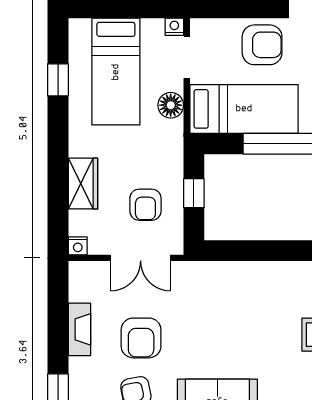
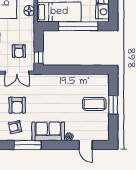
window: (194, 193) -> (39, 58), moved

